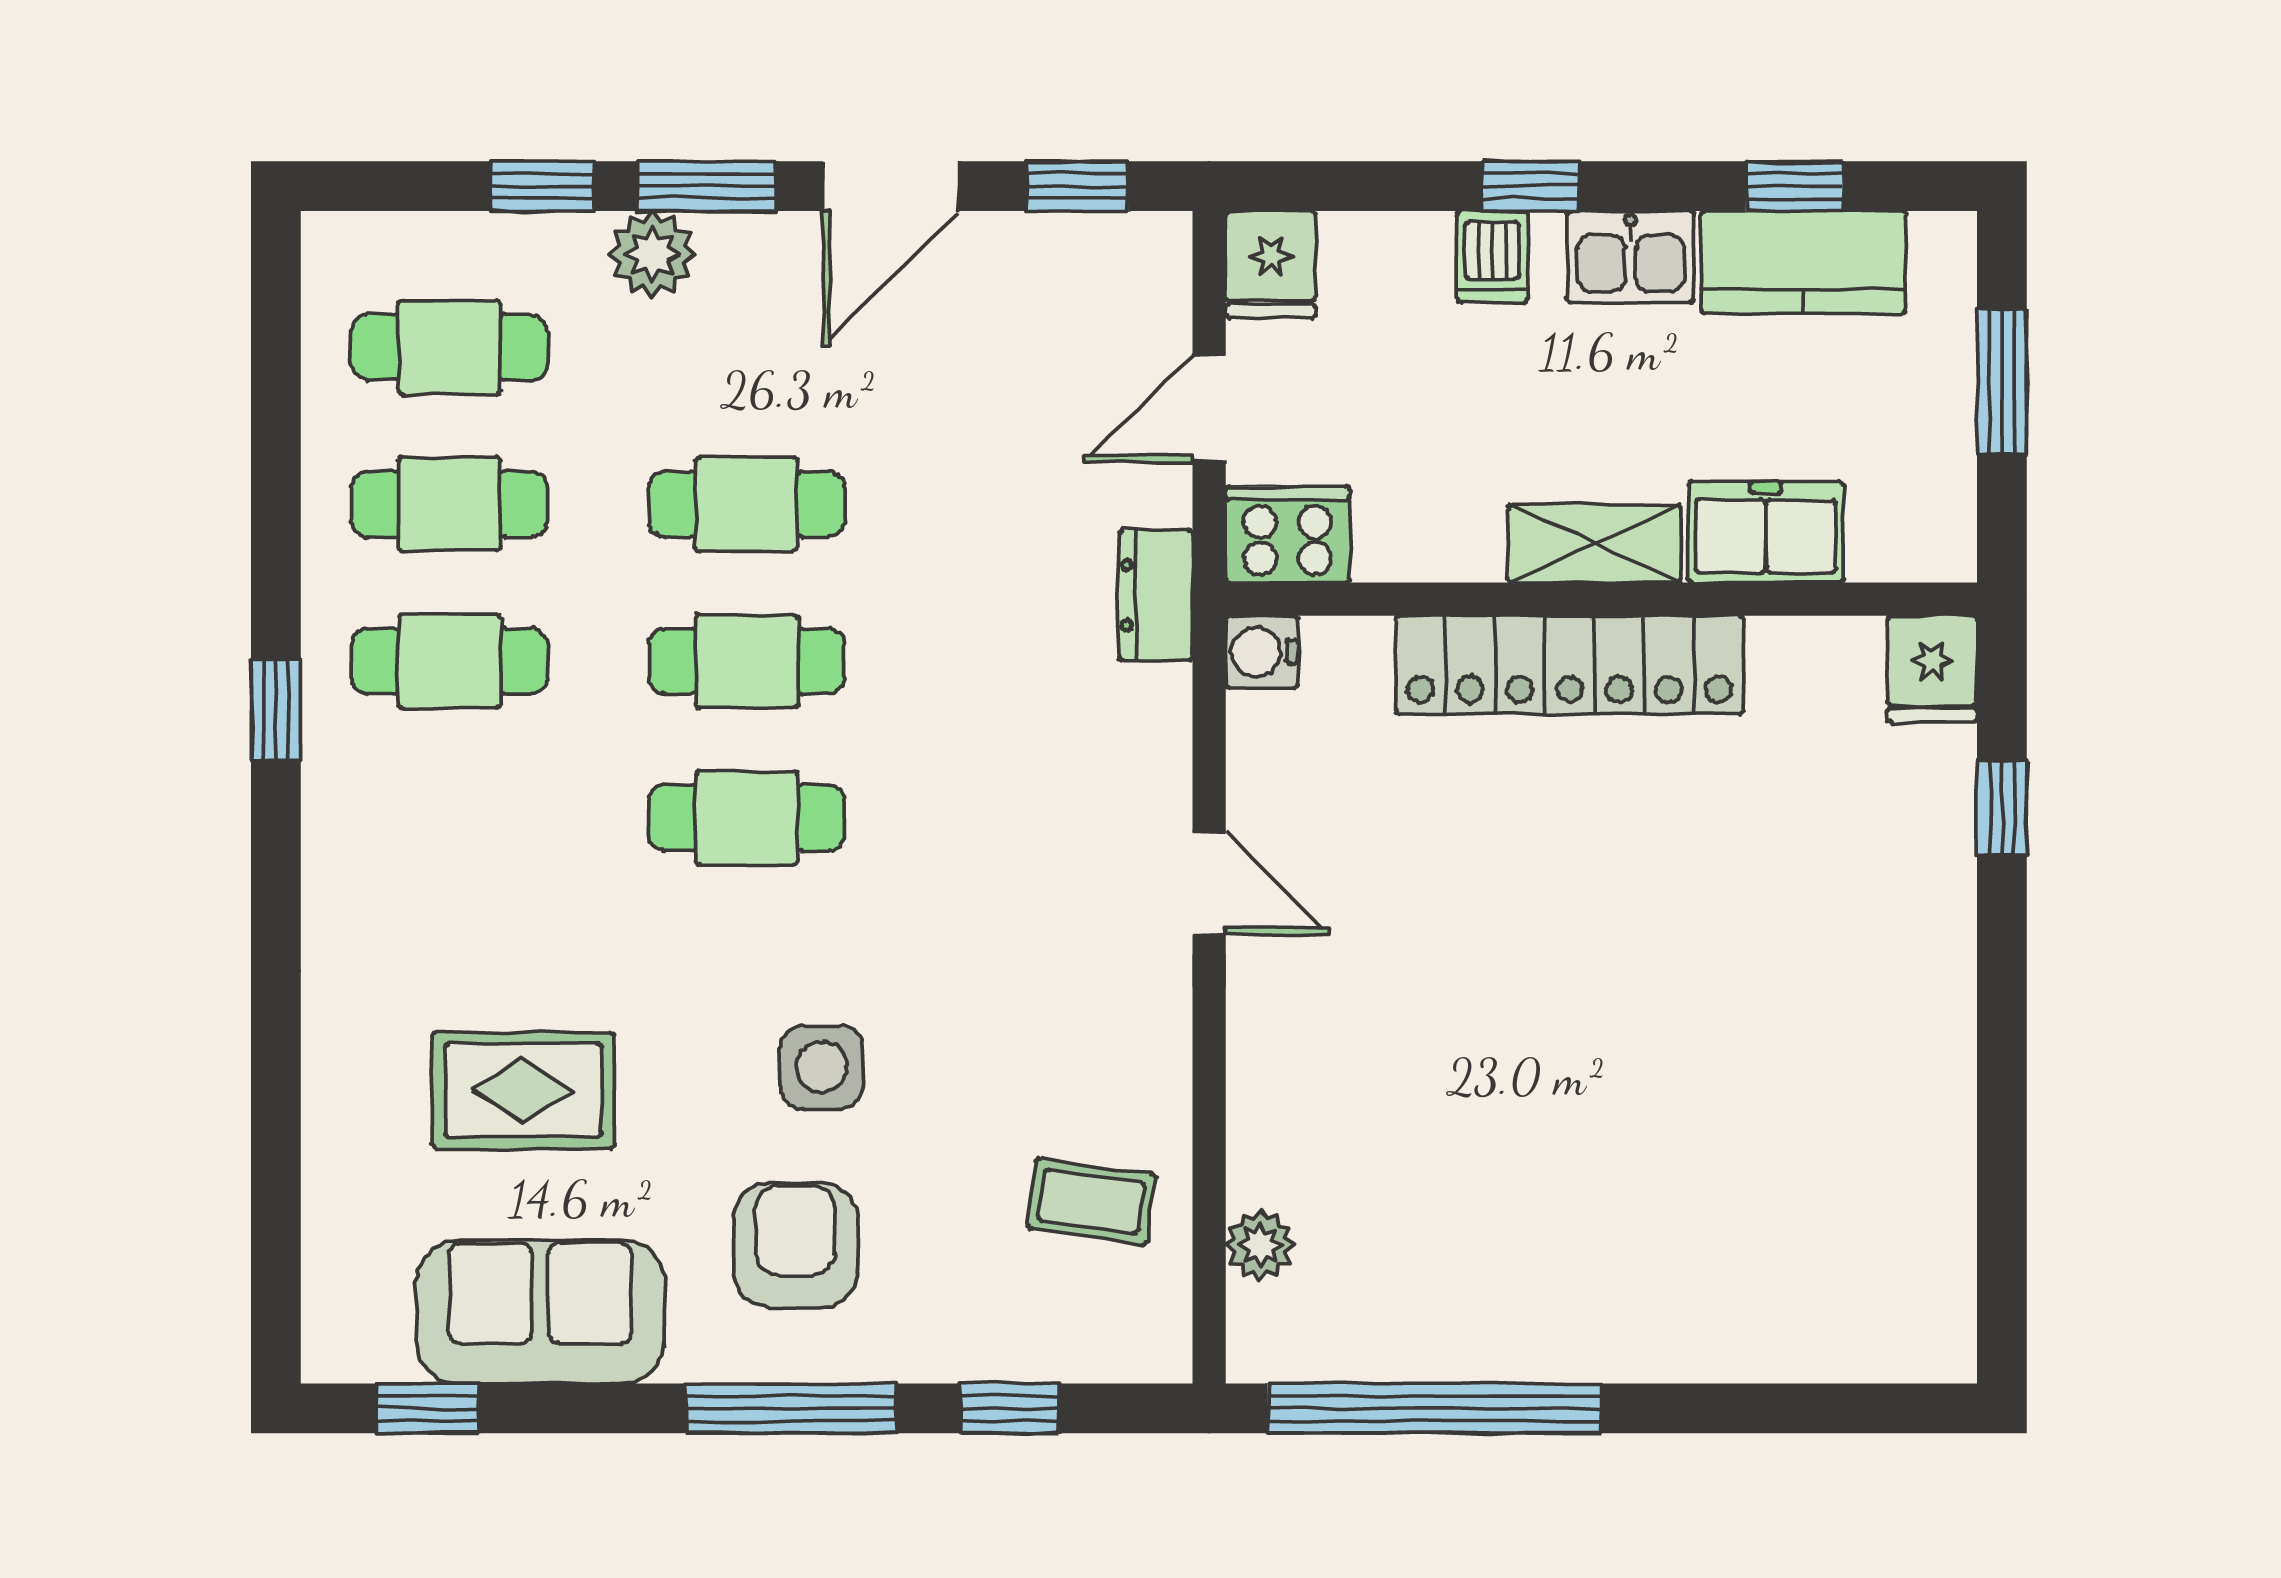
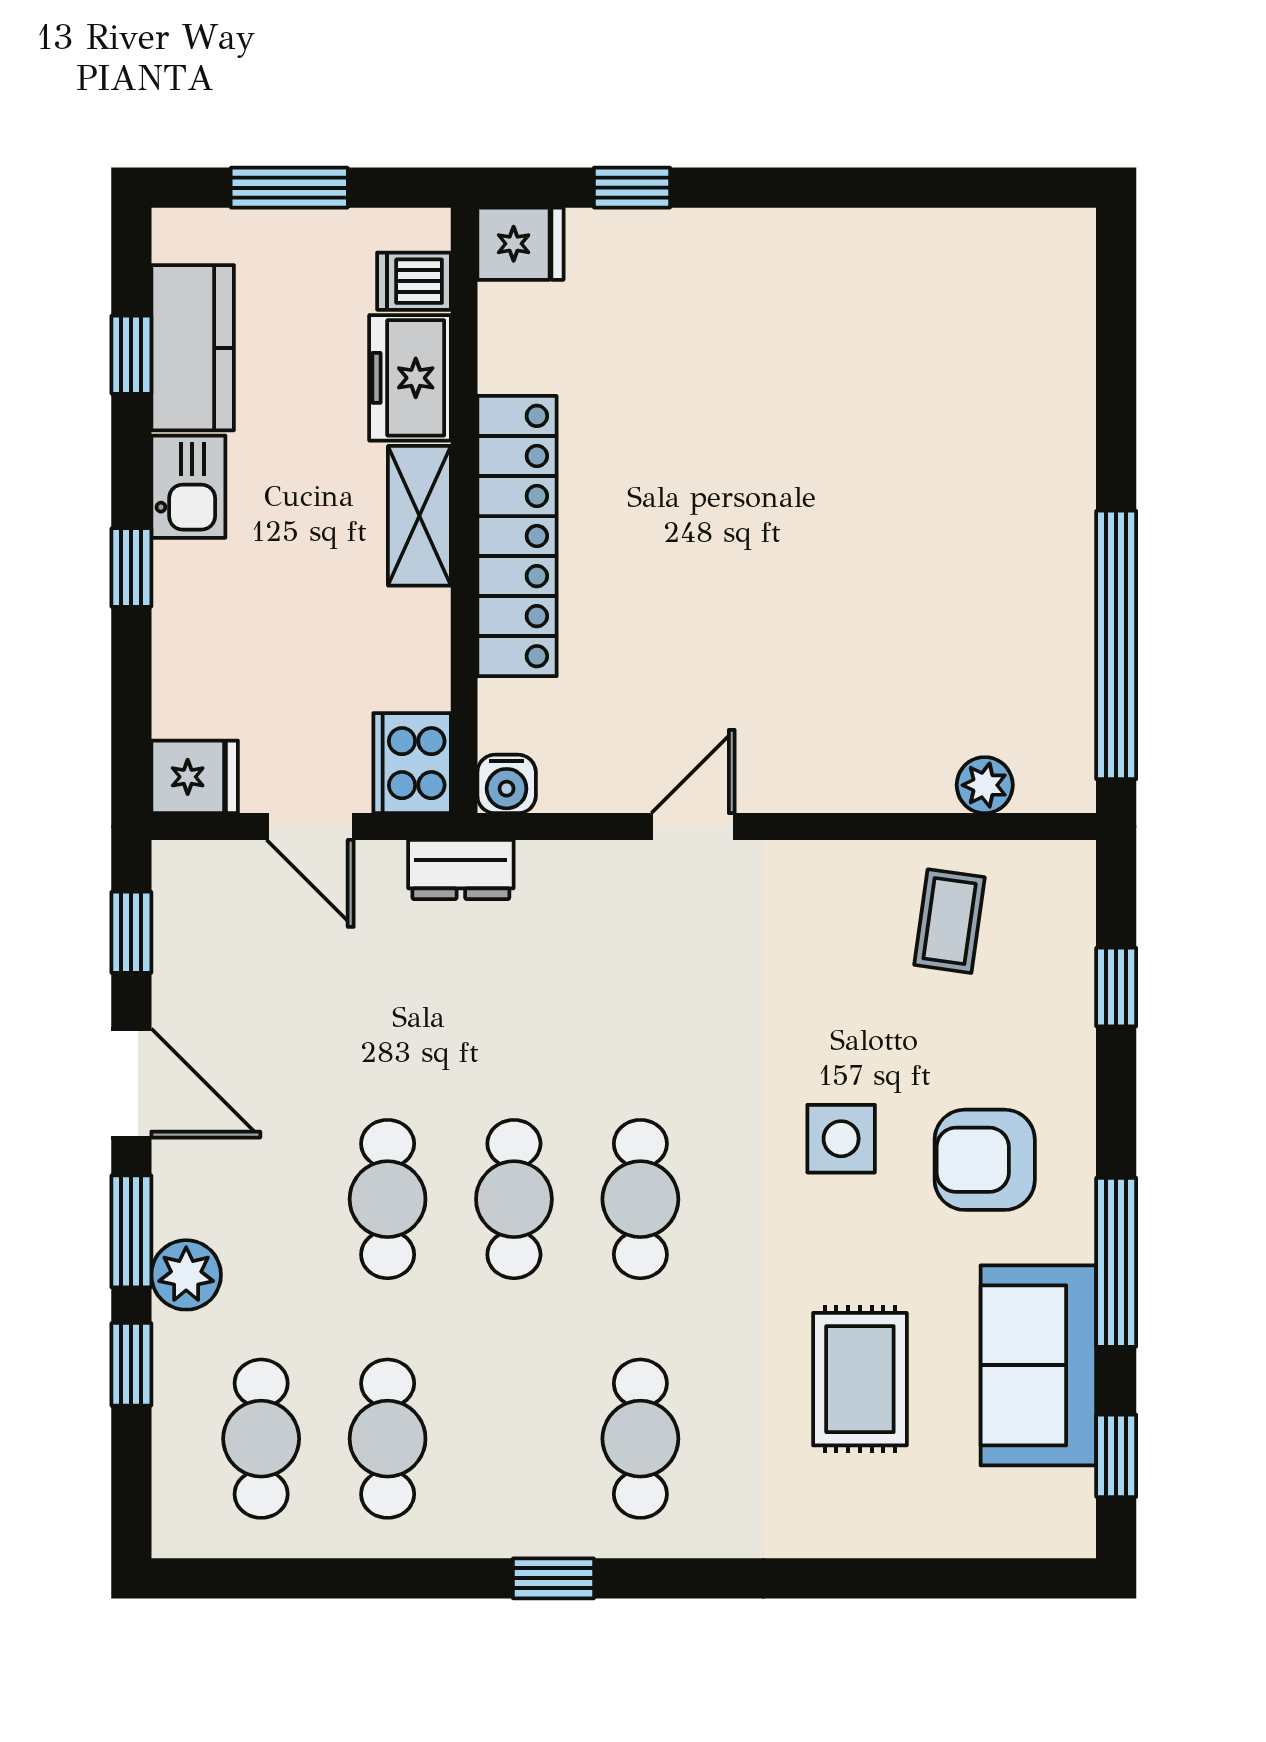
dishwasher: (1492, 257) -> (414, 281), moved, turned 180
cafe table: (449, 661) -> (640, 1439), moved
window: (791, 1408) -> (1116, 1262), moved

